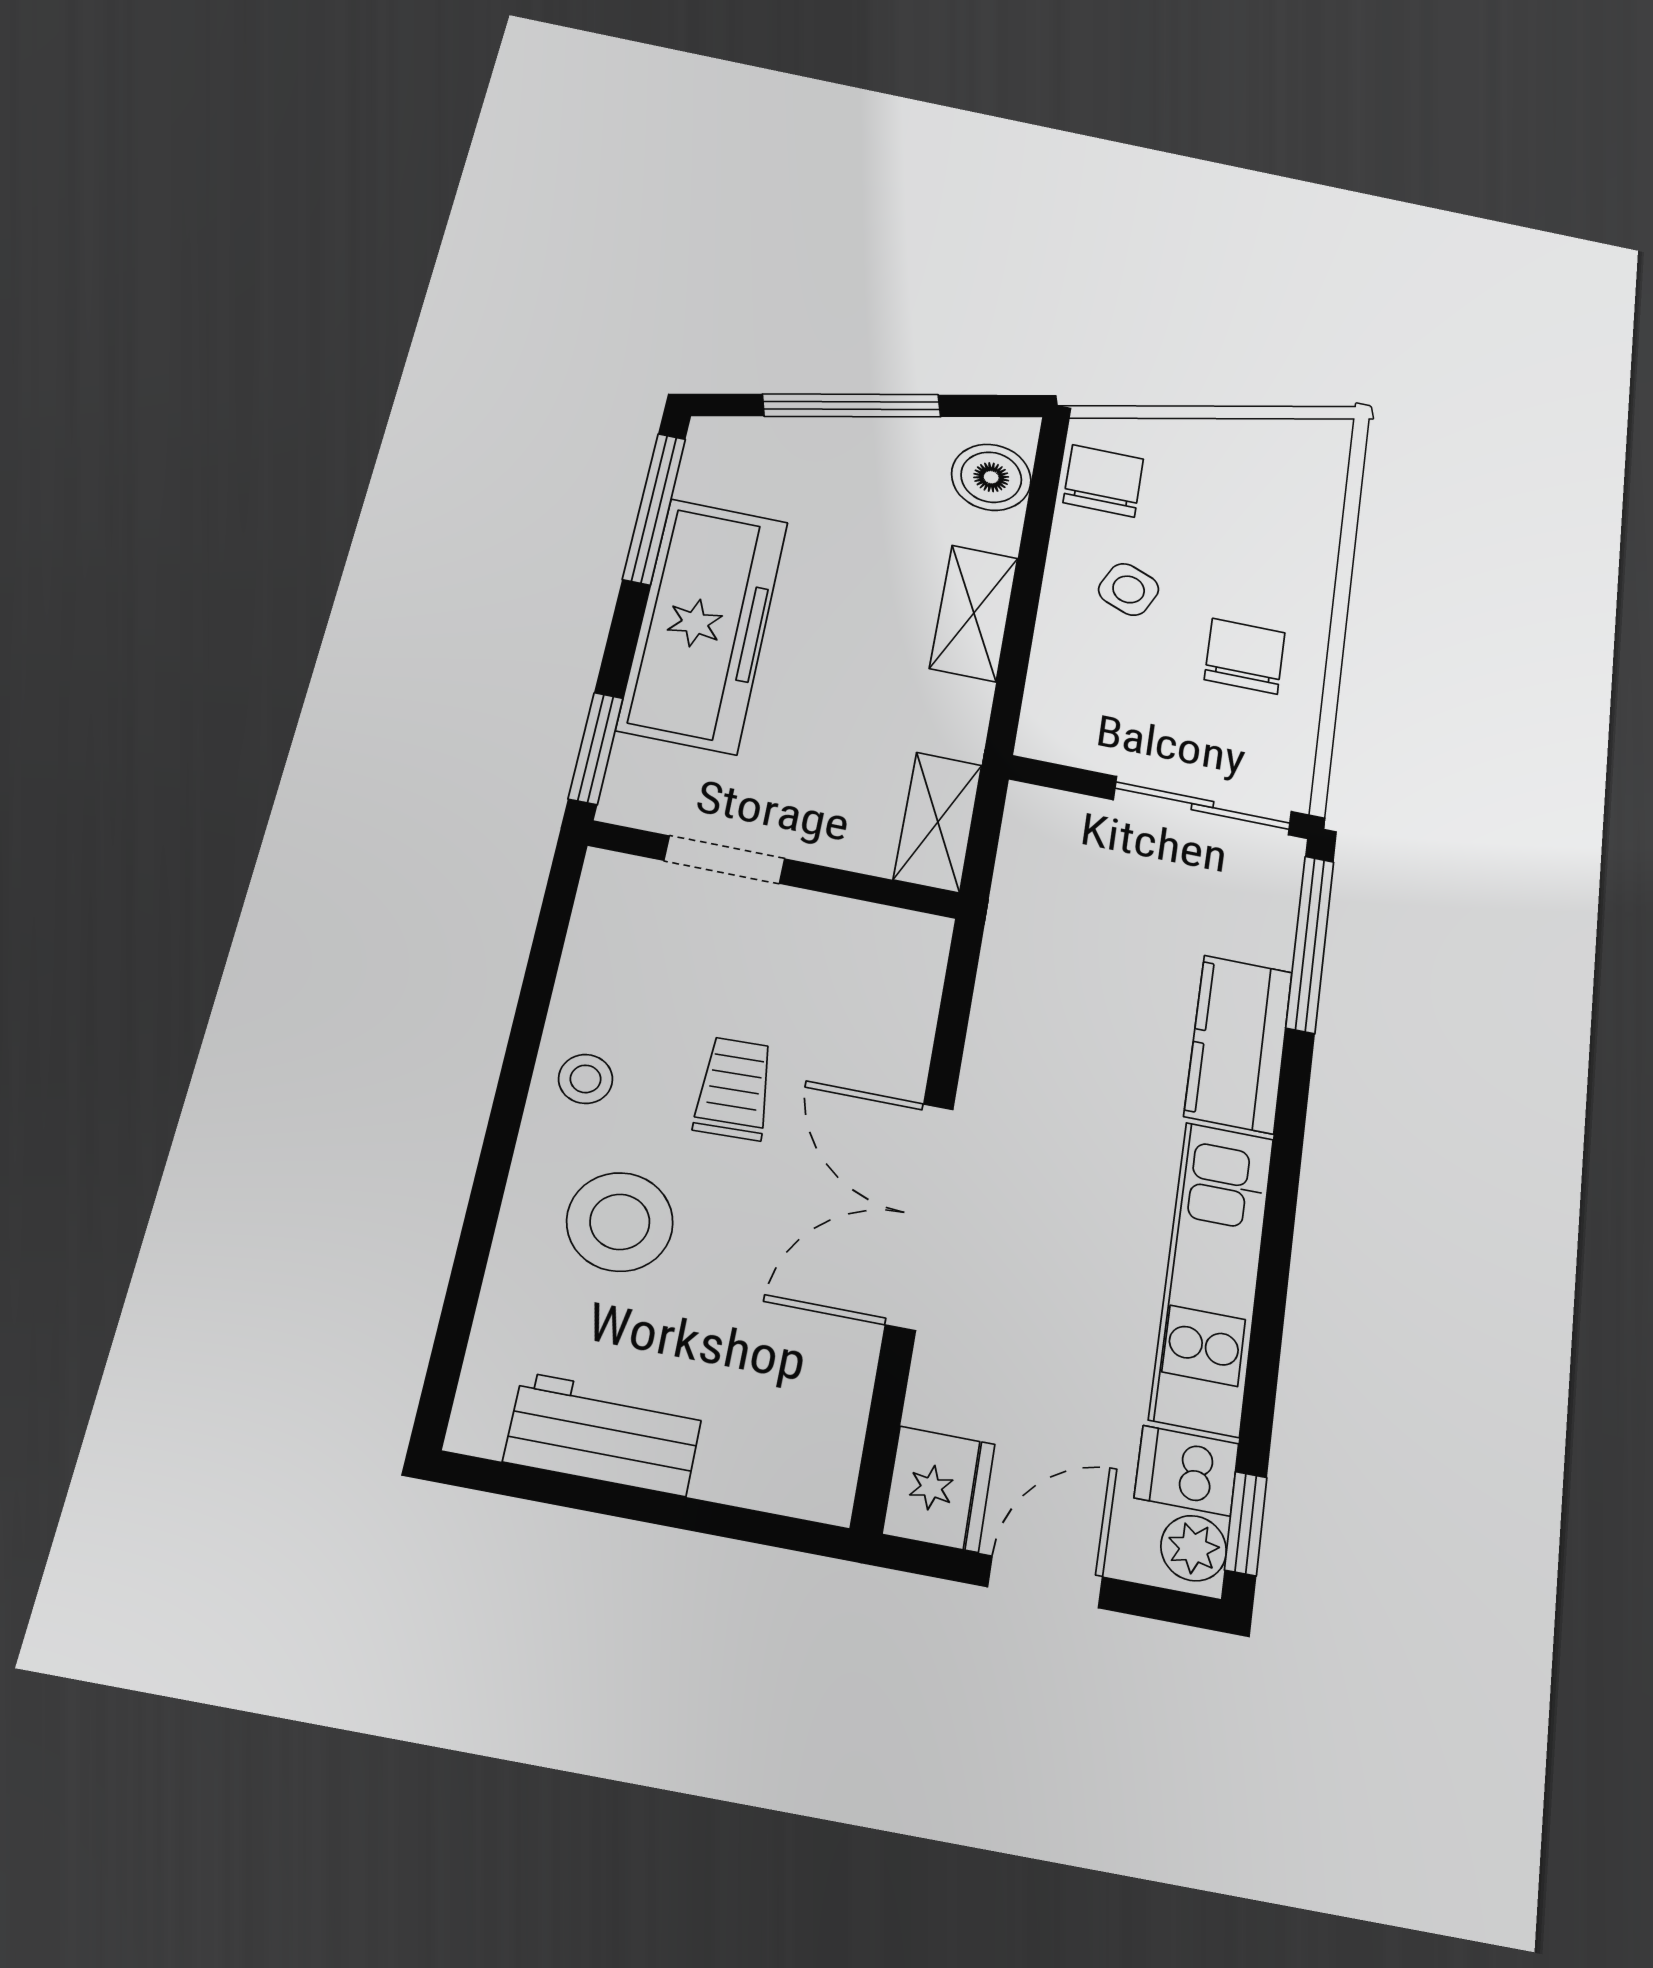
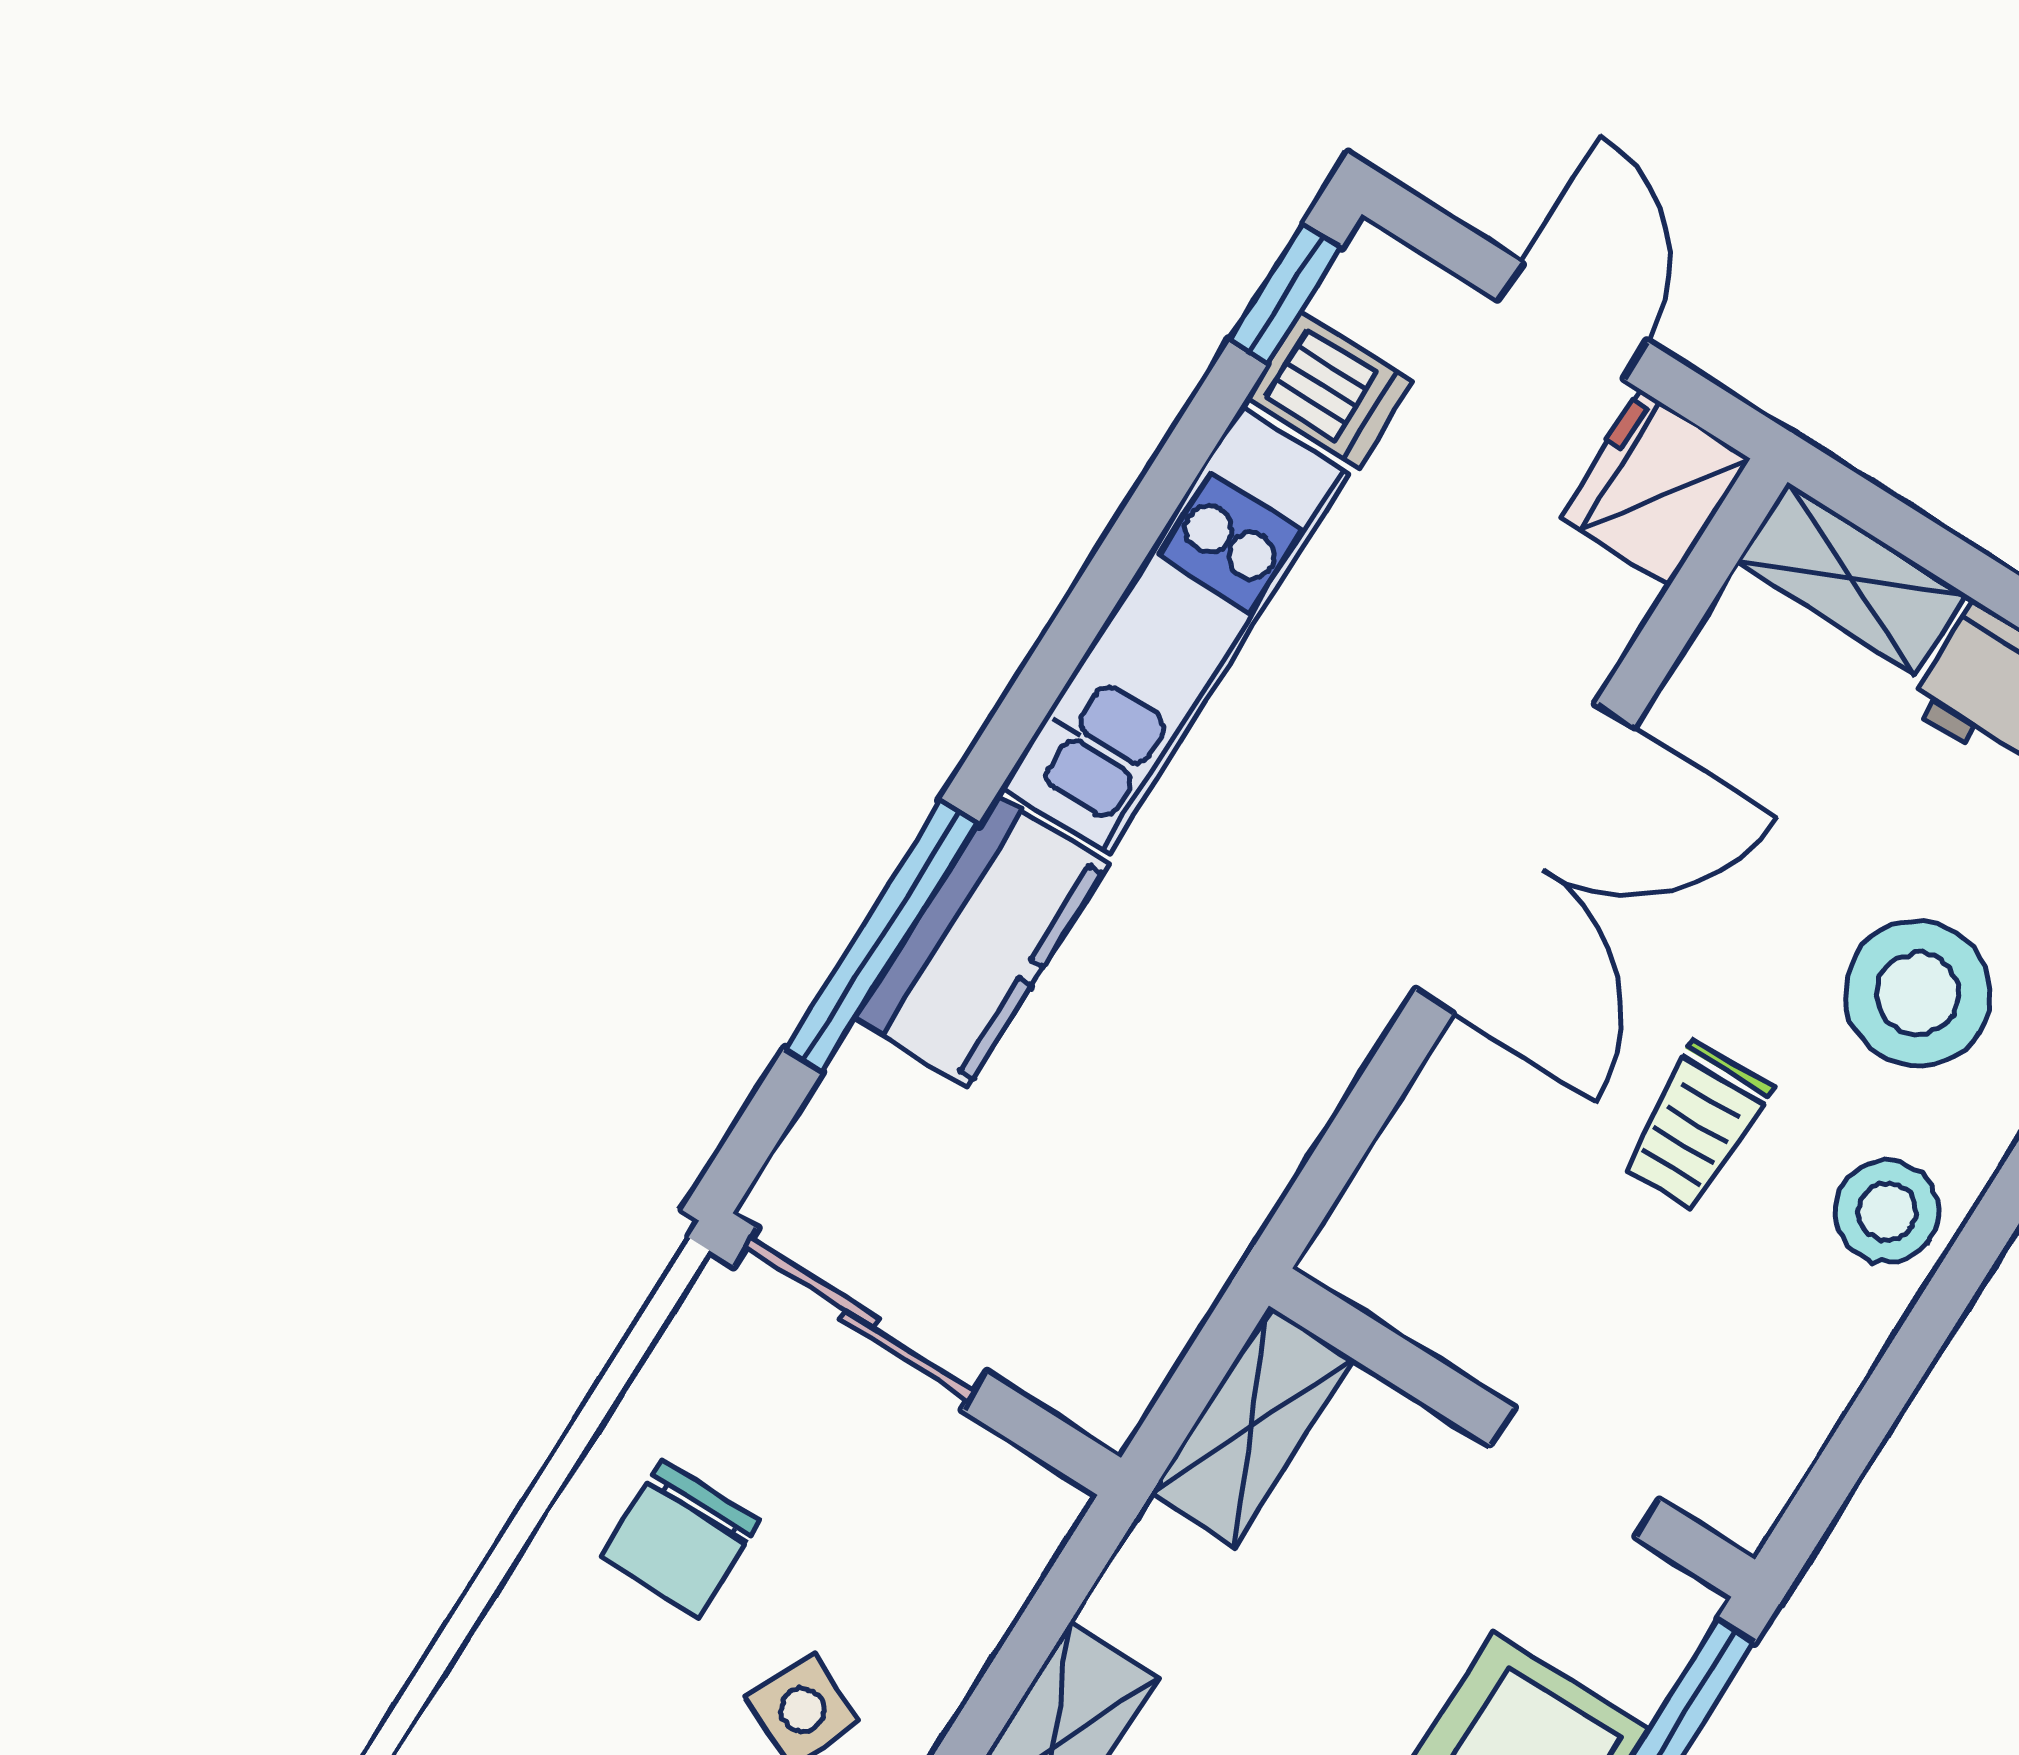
window: (1310, 944) -> (881, 936), moved
stool: (586, 1079) -> (1887, 1211), width x1.37, depth x1.37
shelving: (777, 1479) -> (1852, 578), added
plant: (1194, 1548) -> (1367, 289), removed
door: (1045, 1582) -> (1573, 321), swing flipped

